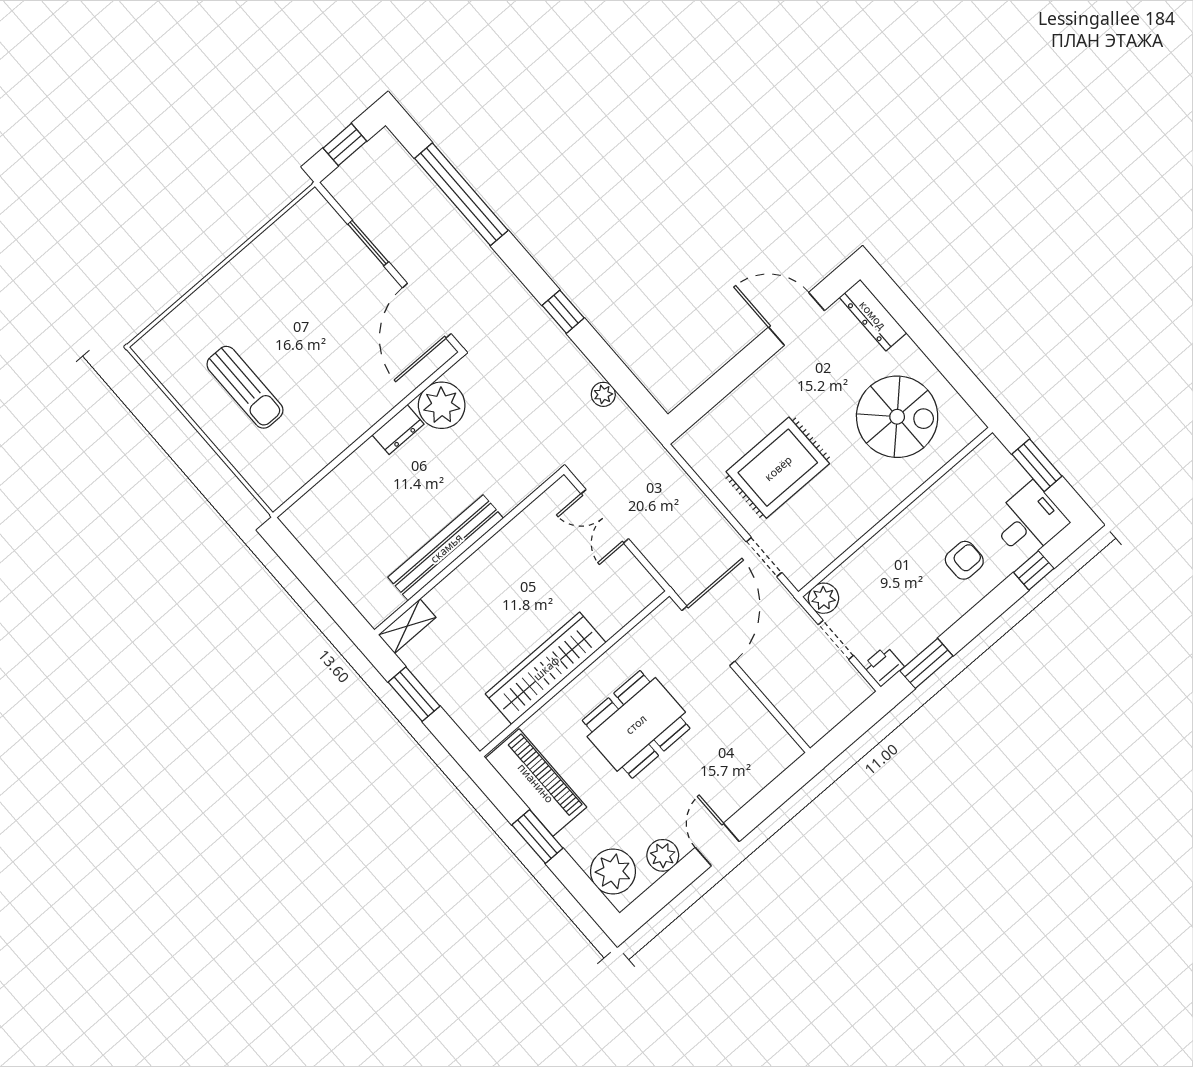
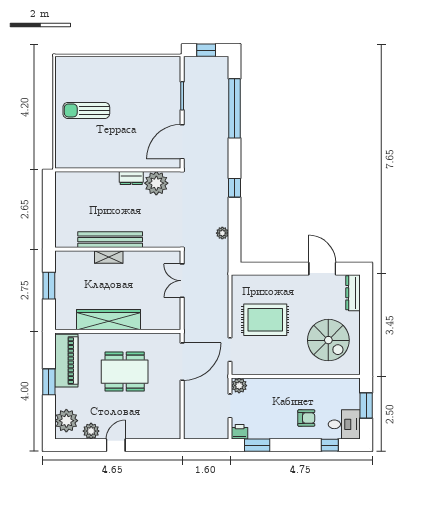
sun lounger: (245, 387) -> (86, 110), turned 90
shelving: (407, 626) -> (109, 257), moved

